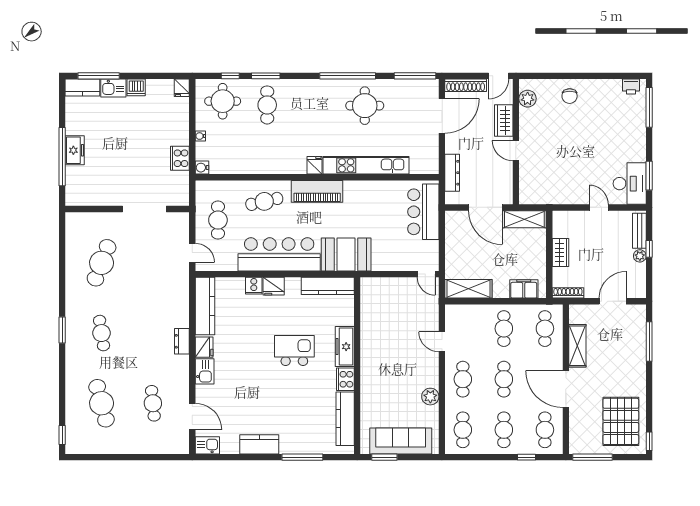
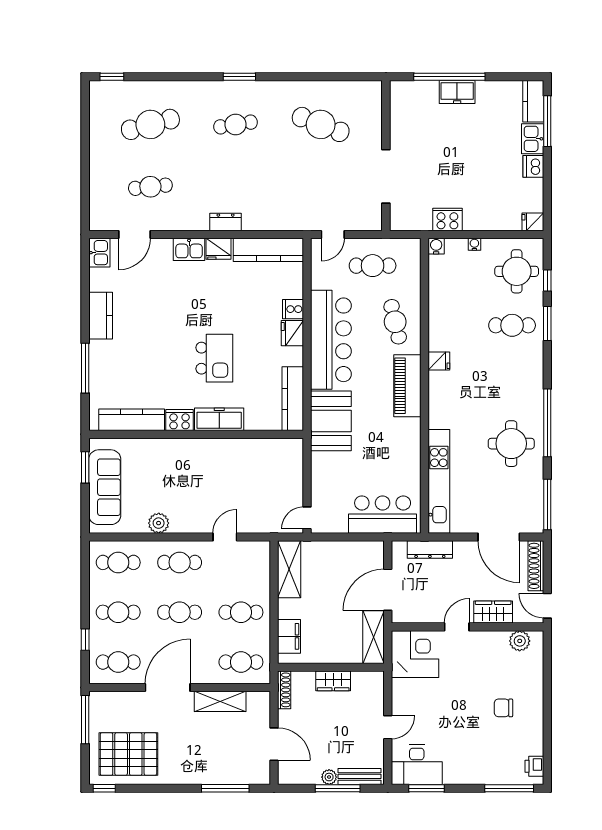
chair: (570, 96) -> (503, 708), moved
fridge: (315, 165) -> (439, 361), moved
kitchen unit: (366, 165) -> (439, 481), moved
corner desk: (538, 185) -> (415, 654), added
window: (649, 249) -> (338, 788), width x2.17

